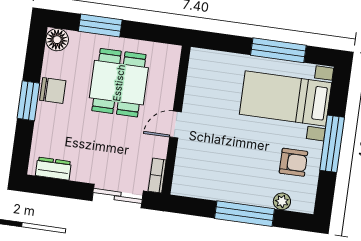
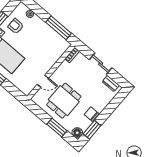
window: (28, 101) -> (92, 130), moved
door: (176, 125) -> (43, 81), moved
sliding door: (118, 196) -> (101, 64), moved
window: (245, 214) -> (59, 28), moved

